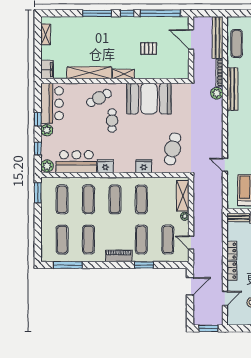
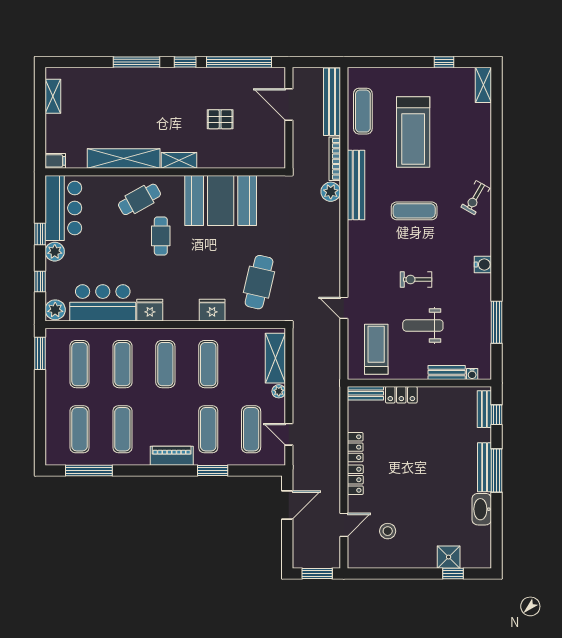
filing cabinet: (47, 70) -> (55, 161), width x0.50

